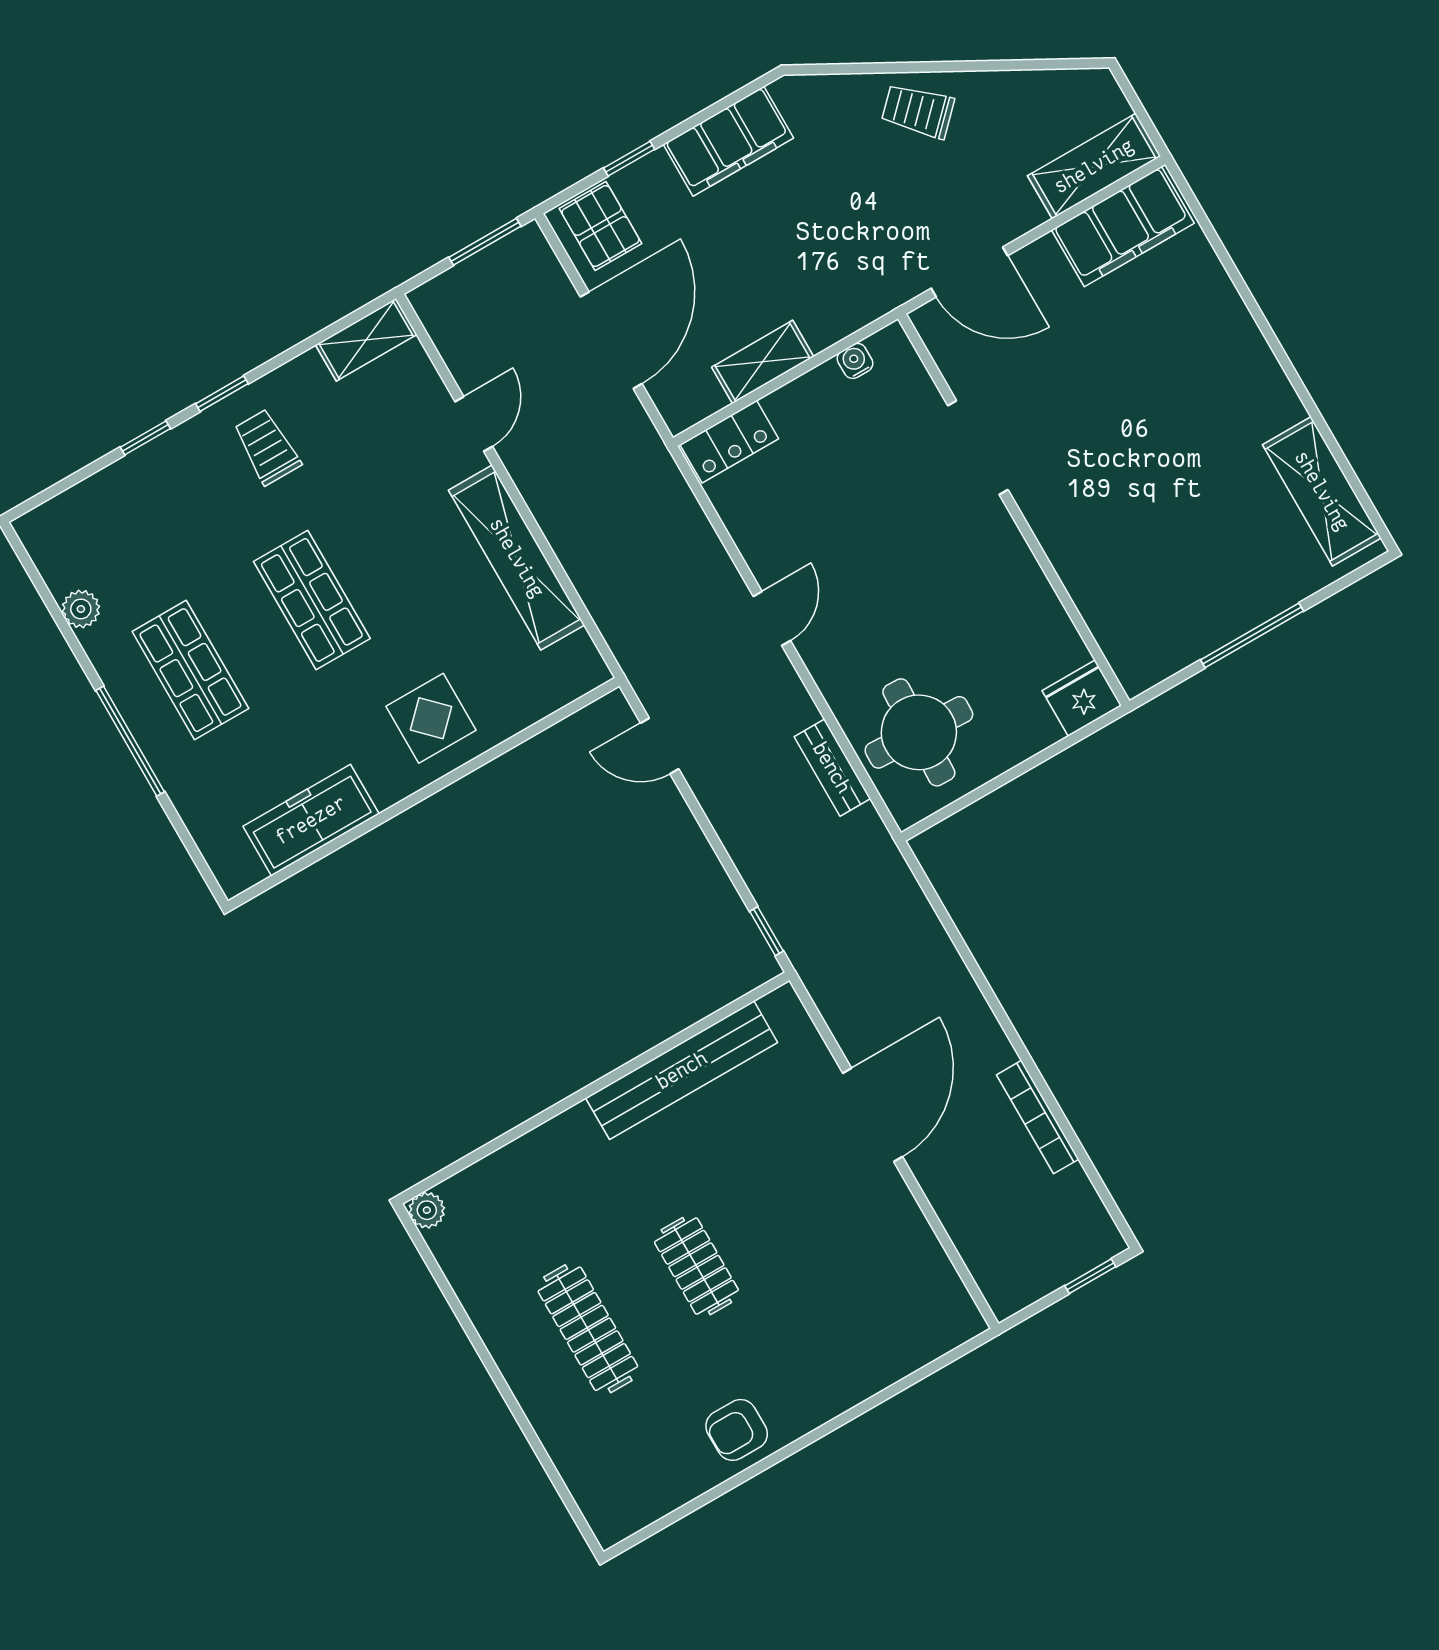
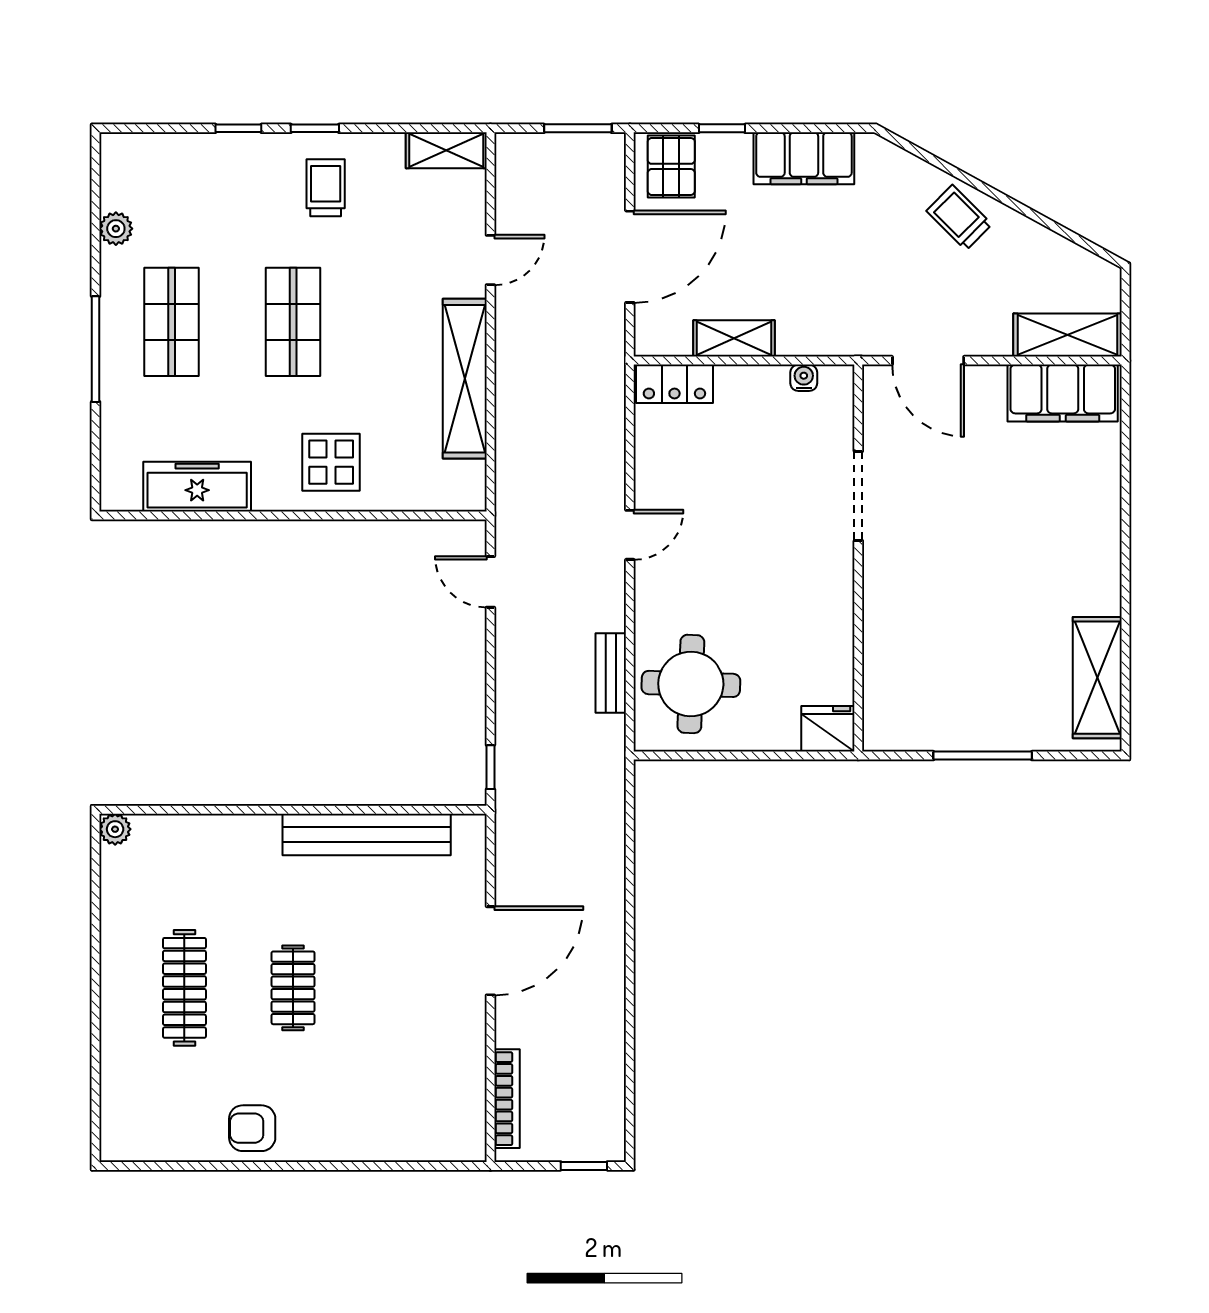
bookcase: (1038, 1117) -> (507, 1099), moved, turned 180

